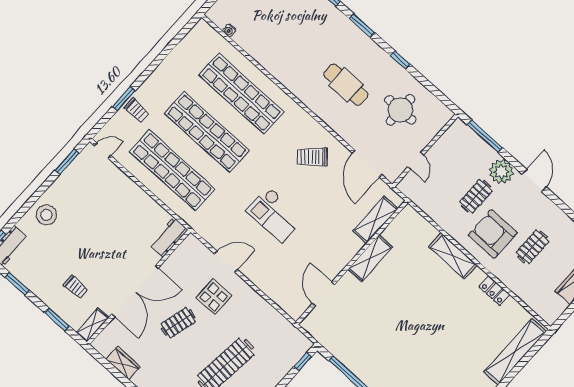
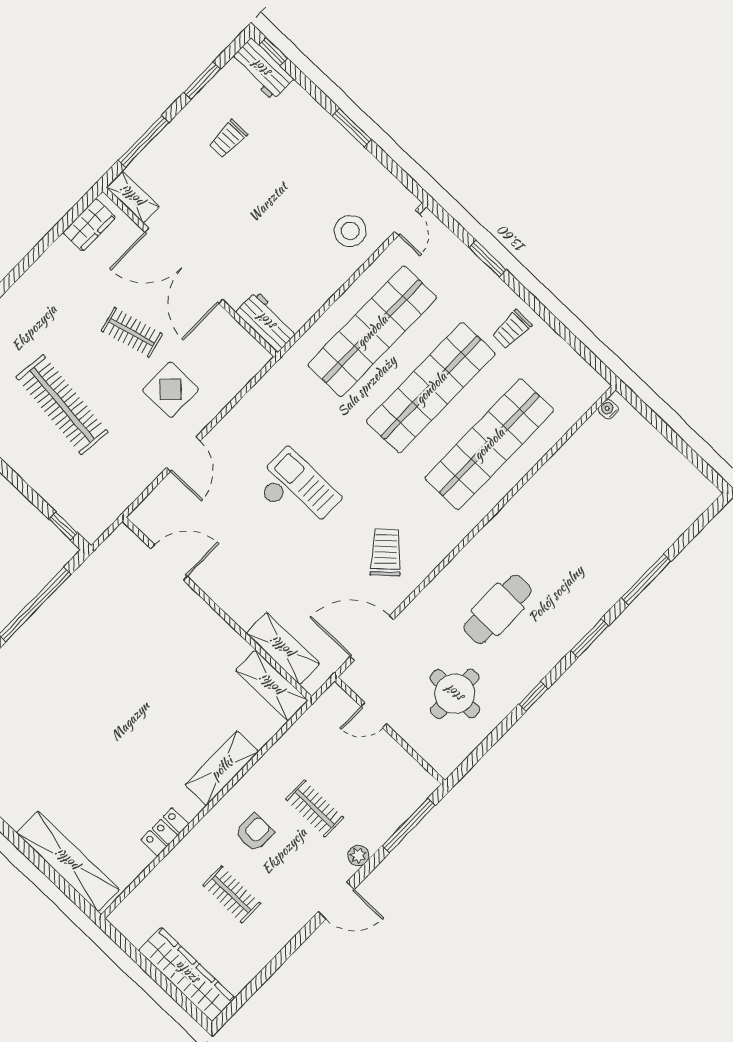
water cooler: (229, 30) -> (608, 409), moved
trolley: (136, 110) -> (512, 329), moved
window: (67, 162) -> (352, 128), moved
plant: (501, 172) -> (358, 856), width x0.53, depth x0.53
stool: (47, 215) -> (350, 231), moved
checkout: (275, 215) -> (297, 491), turned 90
armchair: (493, 234) -> (254, 833), width x0.53, depth x0.53
shelving: (370, 258) -> (272, 686), moved
door: (226, 262) -> (183, 454), moved
trolley: (76, 287) -> (228, 139), moved
window: (57, 319) -> (144, 141), width x1.44
clothes rail: (178, 323) -> (132, 332), turned -30
wardrobe: (123, 363) -> (89, 225), moved

